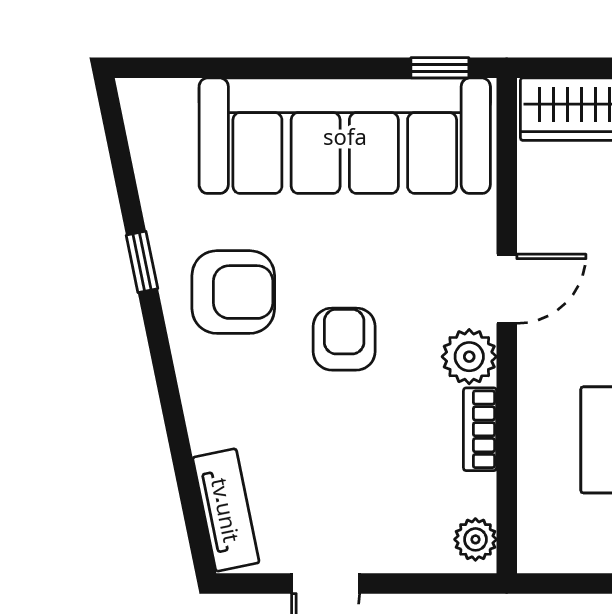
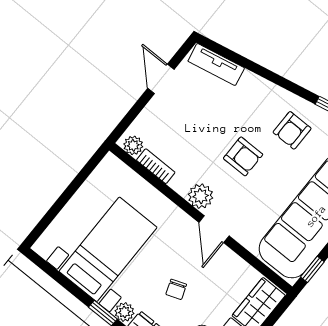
armchair: (233, 292) -> (292, 130), width x0.72, depth x0.72
bookcase: (480, 429) -> (156, 166), moved

